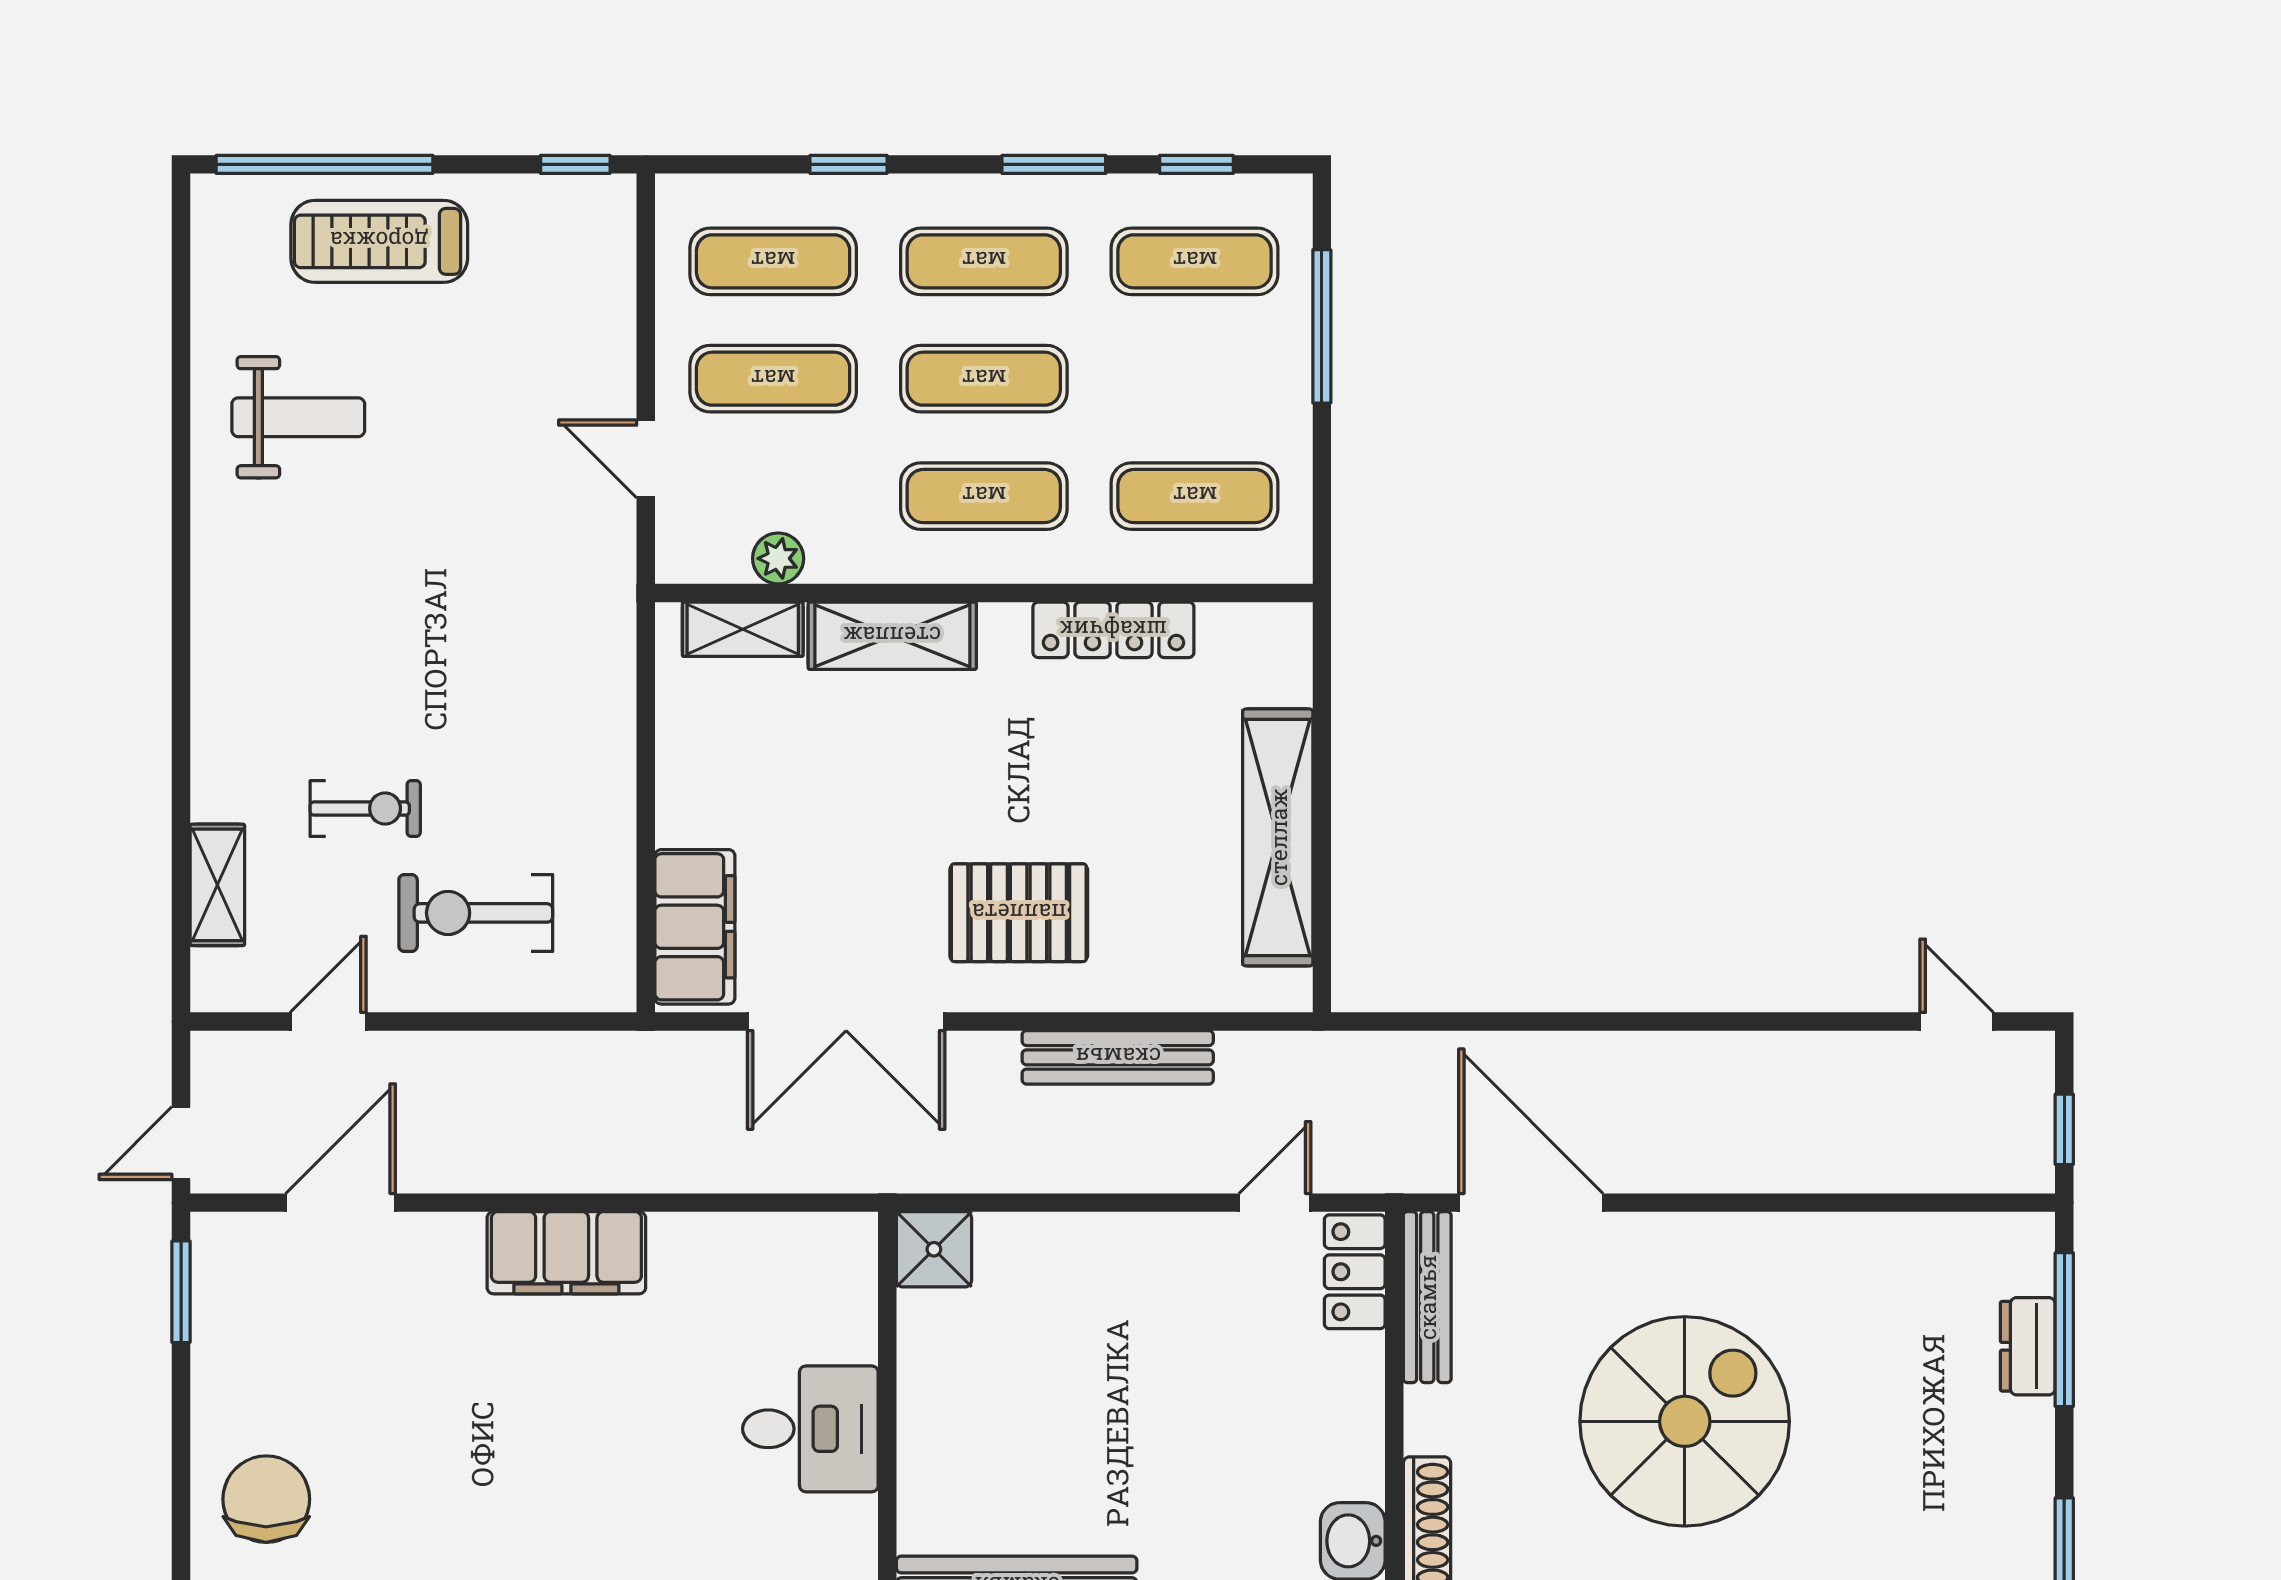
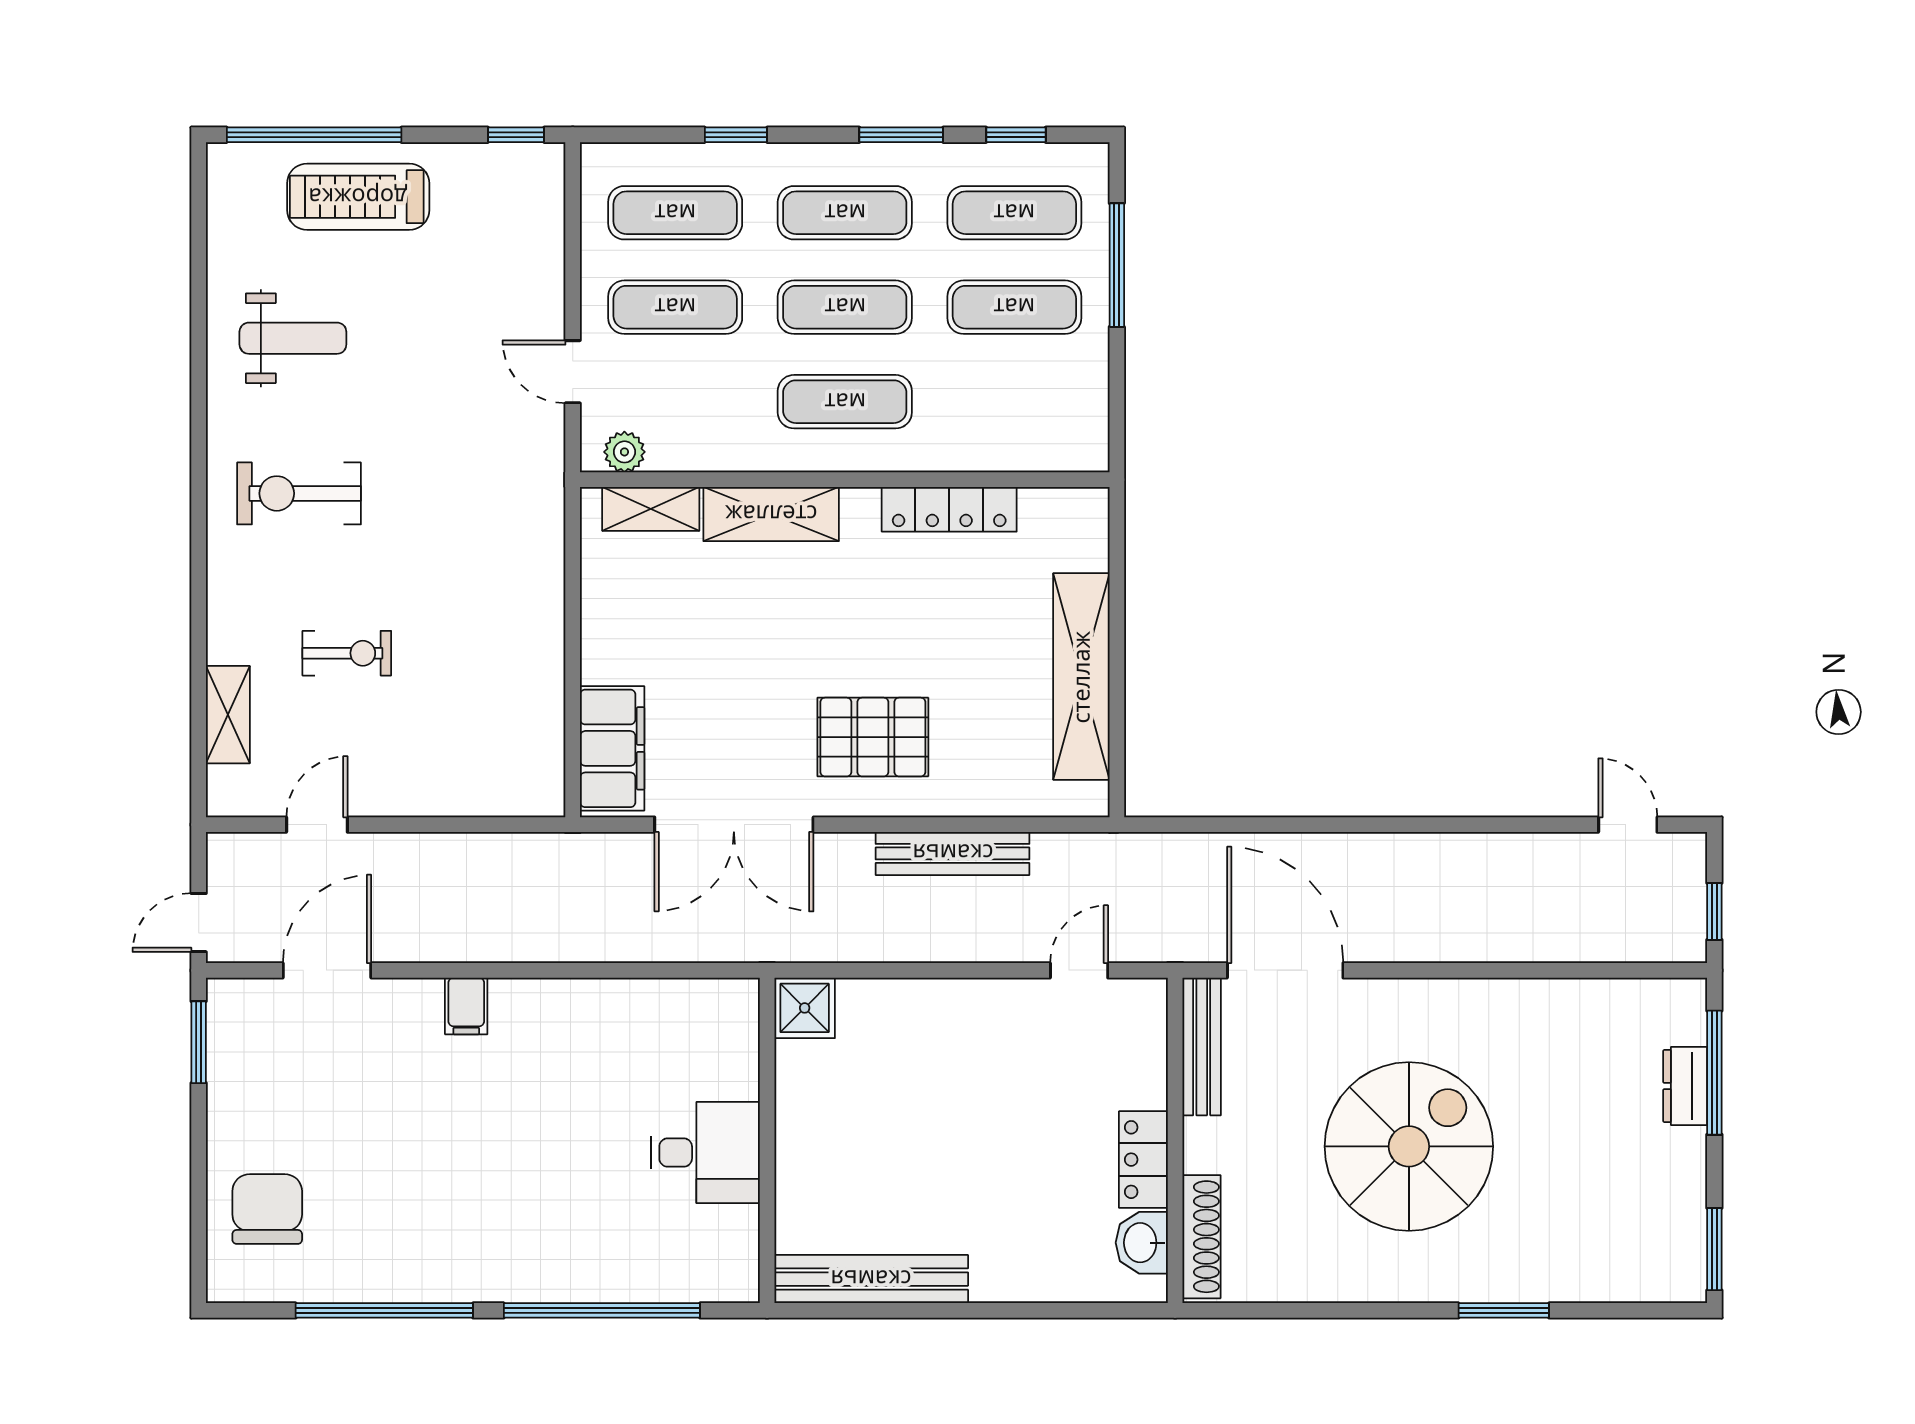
exercise mat: (1195, 496) -> (1014, 307), moved
plant: (778, 558) -> (624, 452), moved
exercise bike: (476, 913) -> (299, 493), moved
filing cabinet: (566, 1253) -> (466, 1006), width x0.33, depth x0.86
locker: (1355, 1272) -> (1143, 1160), moved

